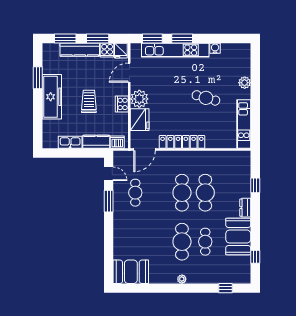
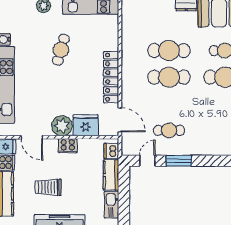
trolley: (89, 101) -> (48, 187), moved

